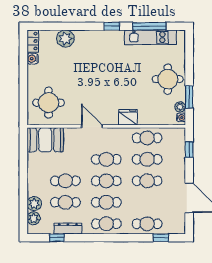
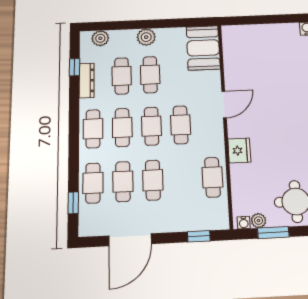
round table: (49, 103) -> (252, 50), removed
cafe table: (147, 159) -> (123, 182), moved
plant: (34, 204) -> (146, 37), moved

